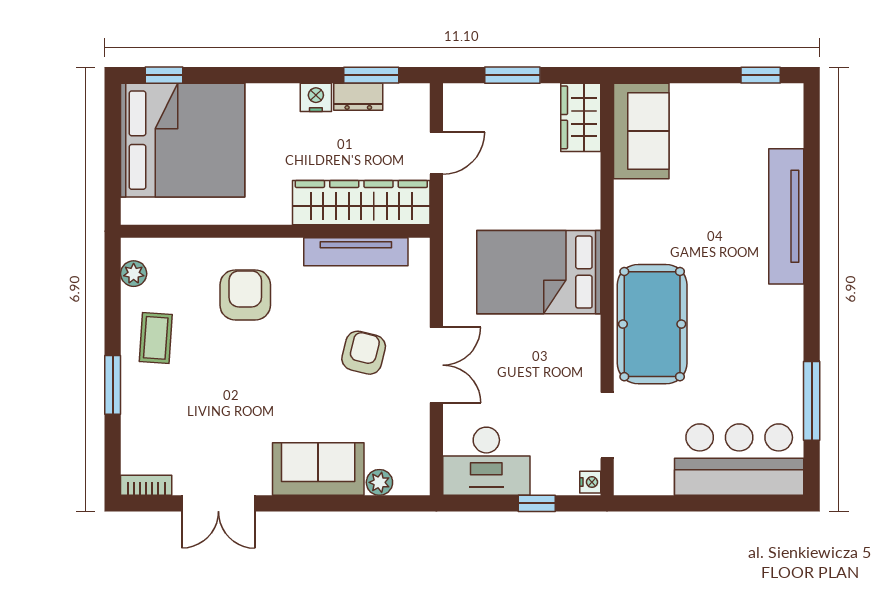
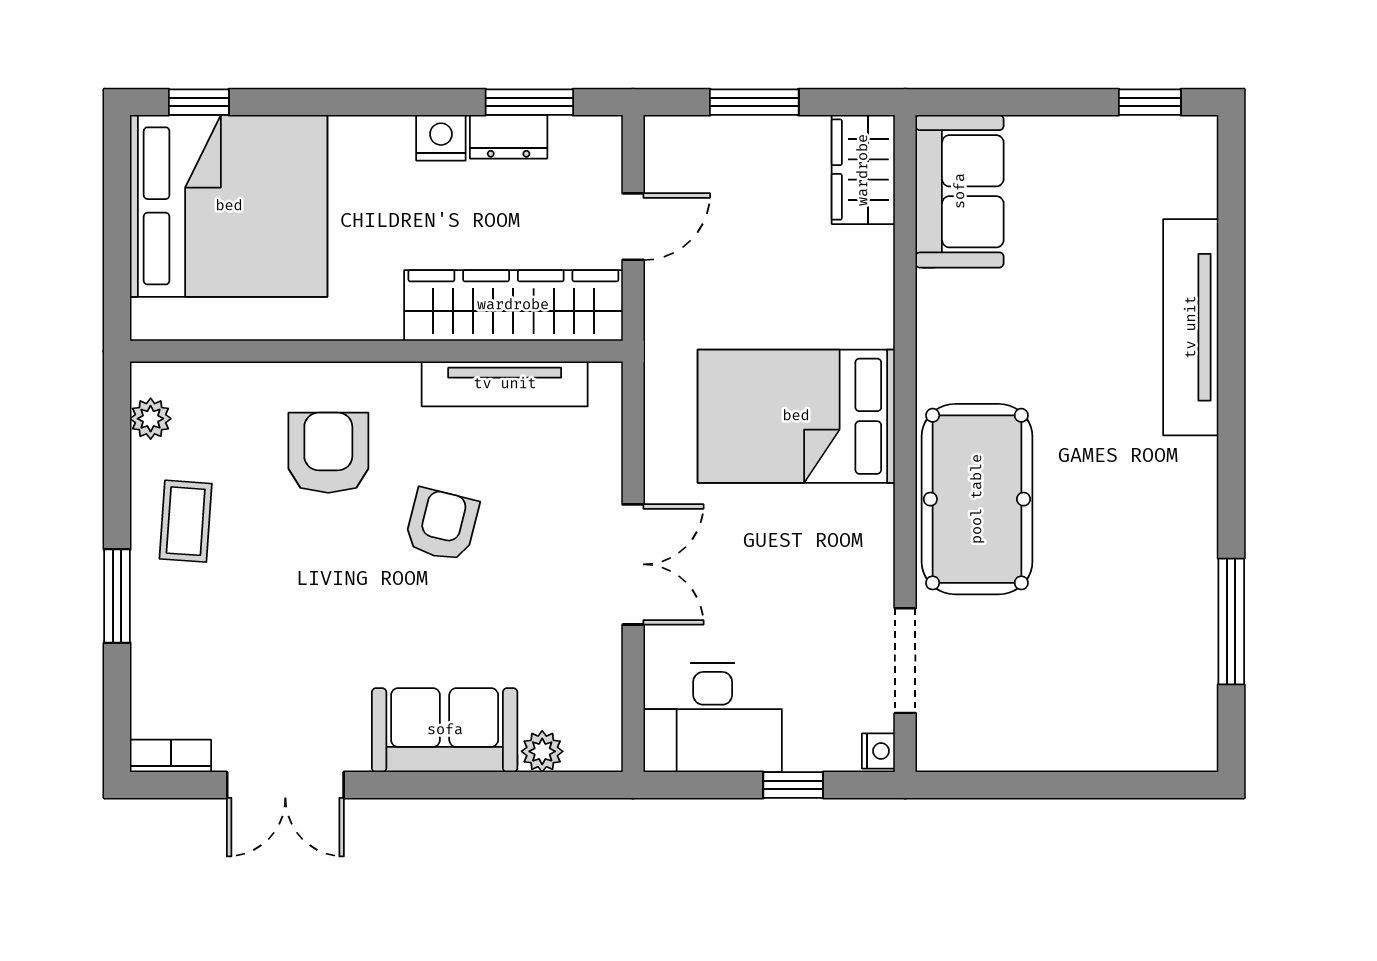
armchair: (364, 353) -> (442, 525), moved
bar counter: (739, 460) -> (1116, 715), removed

